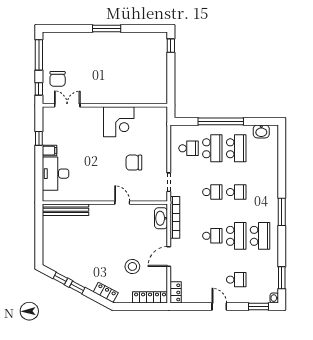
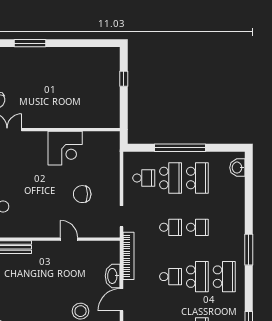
window: (107, 29) -> (30, 43), moved
window: (171, 46) -> (124, 79), moved
washbasin: (261, 131) -> (237, 168), moved, turned 90
washbasin: (161, 218) -> (113, 276), moved

